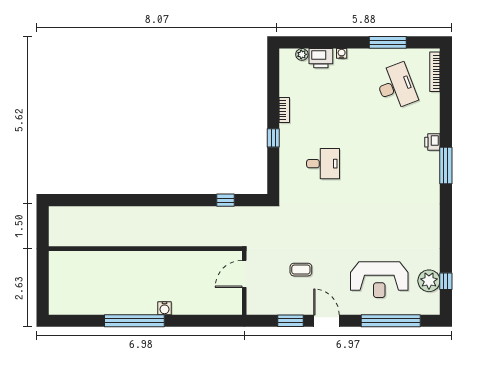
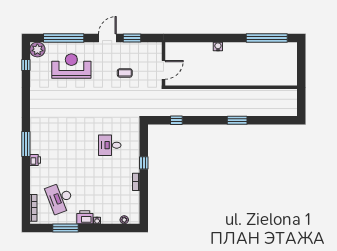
printer: (321, 58) -> (85, 217), moved
window: (136, 200) -> (237, 120), added
plant: (429, 281) -> (37, 50), moved
window: (134, 321) -> (267, 38), moved
door: (326, 321) -> (107, 38), swing flipped

